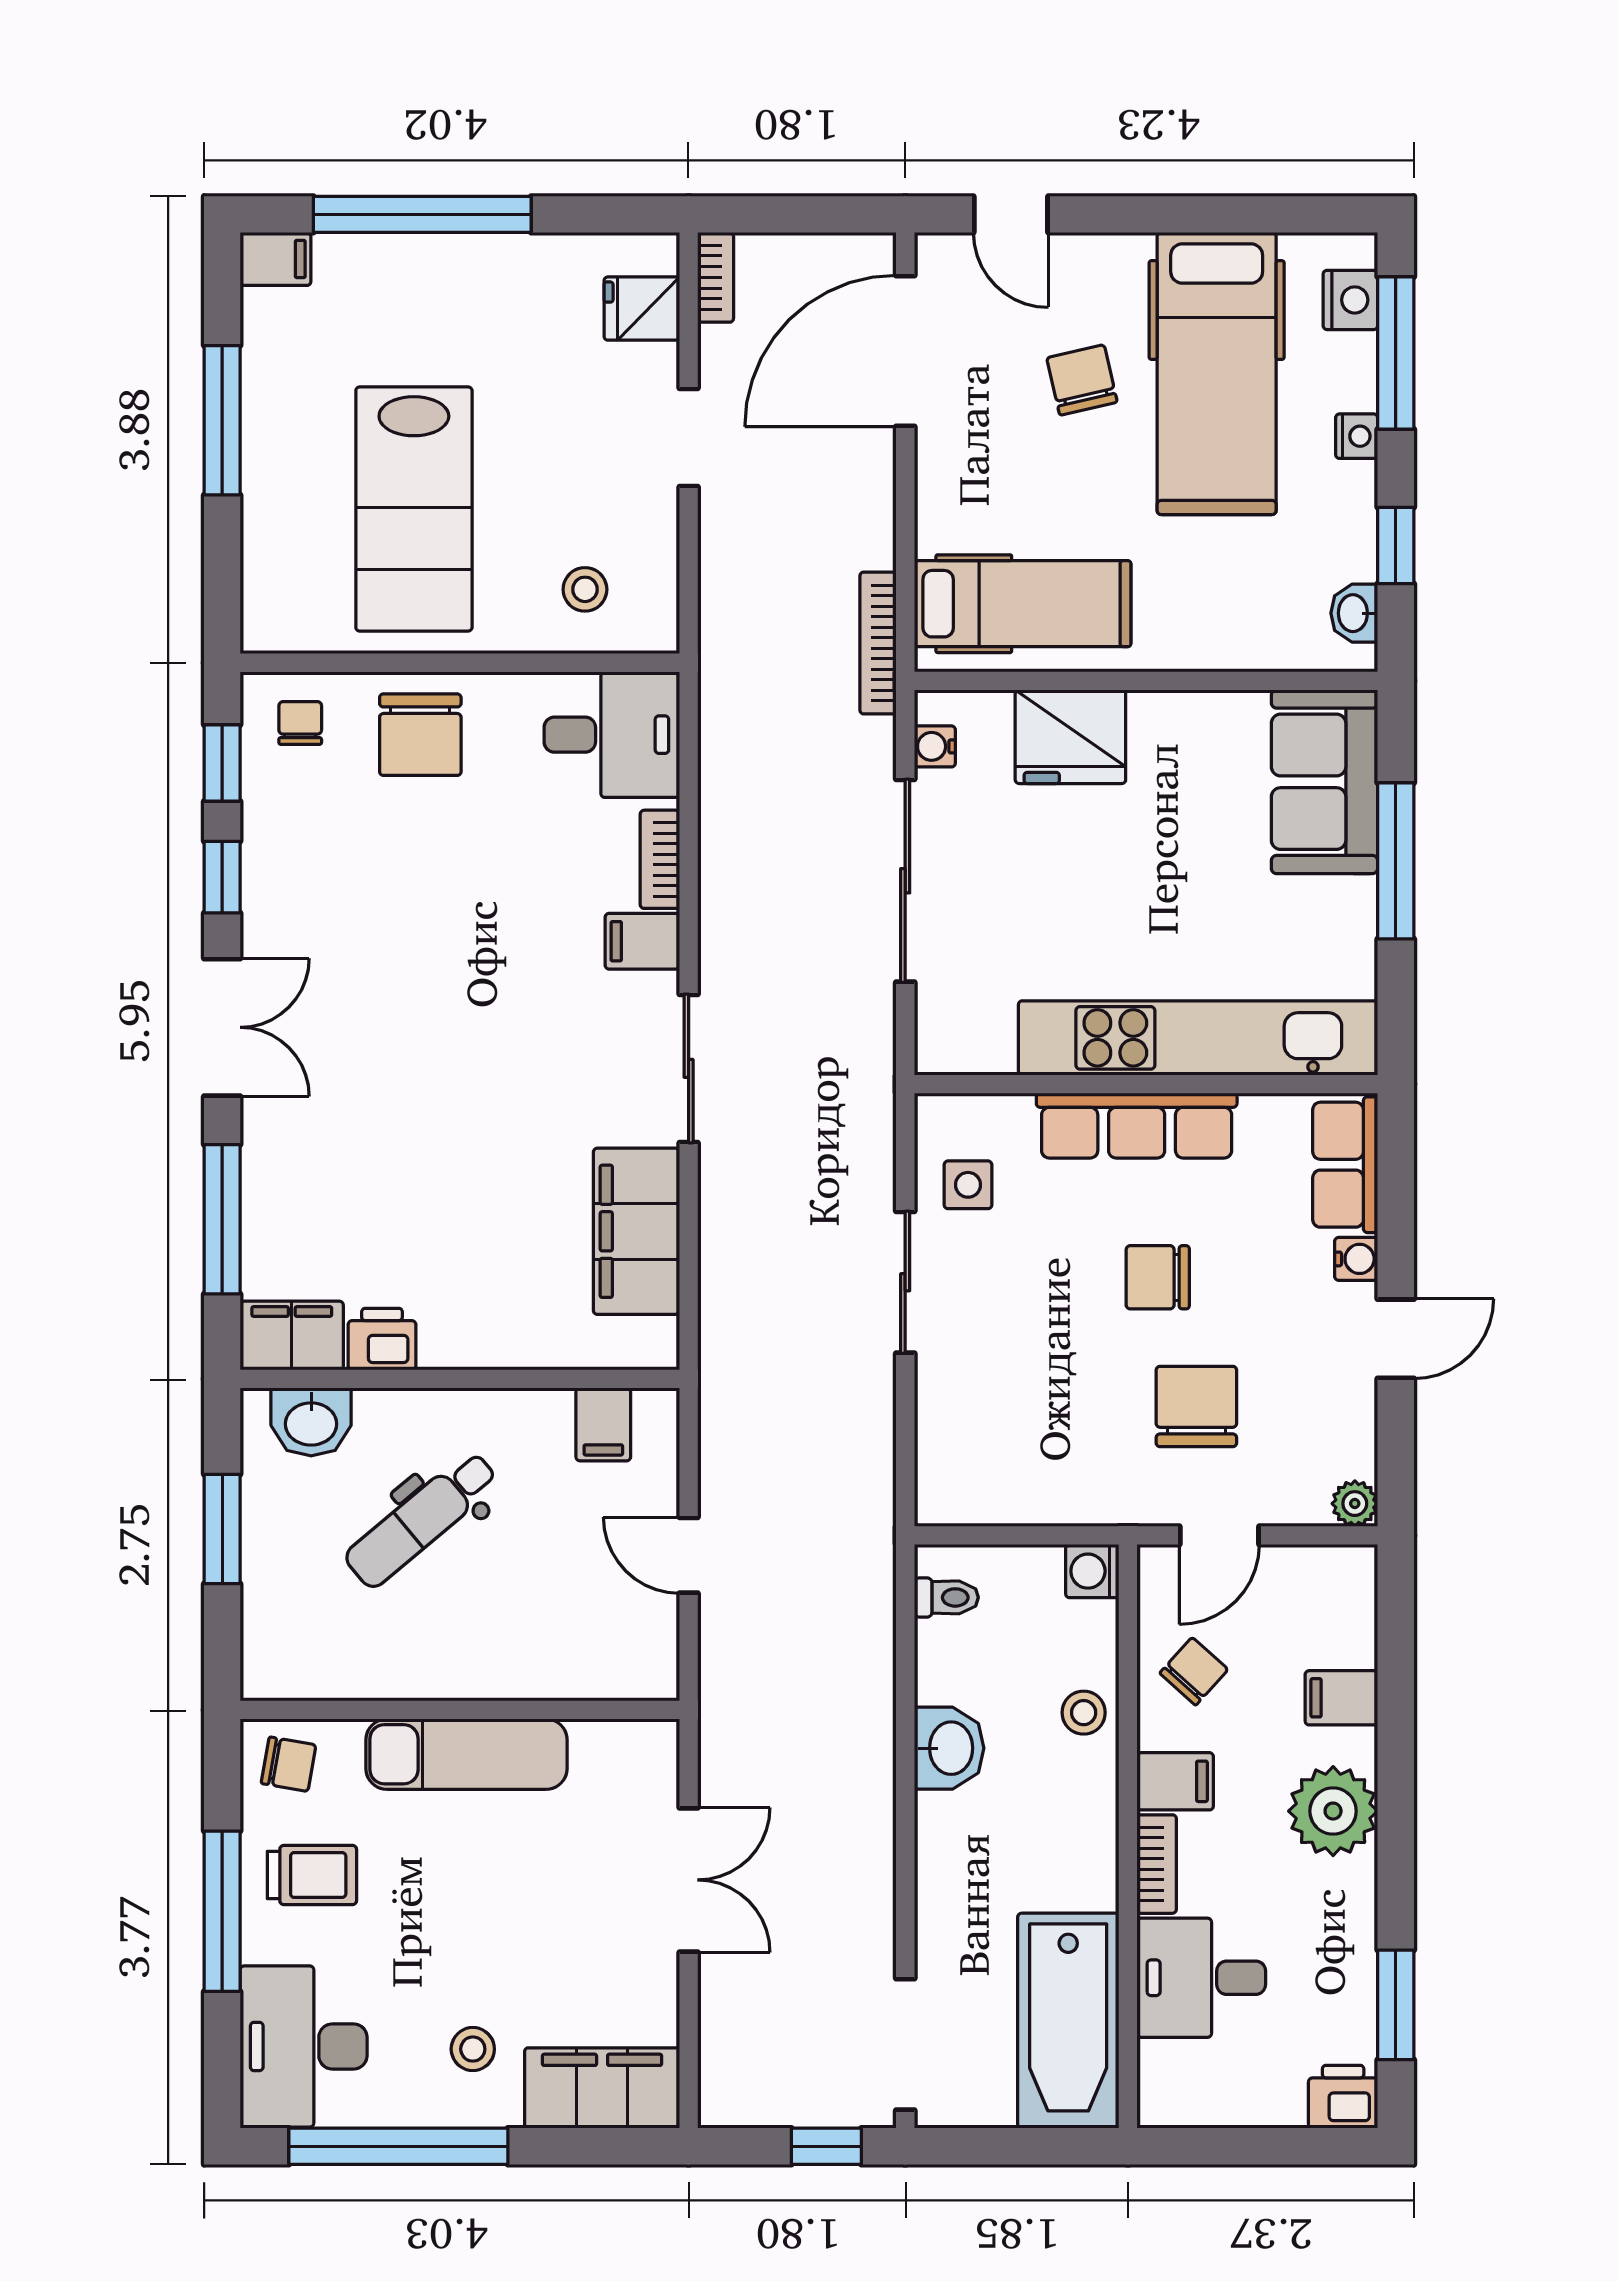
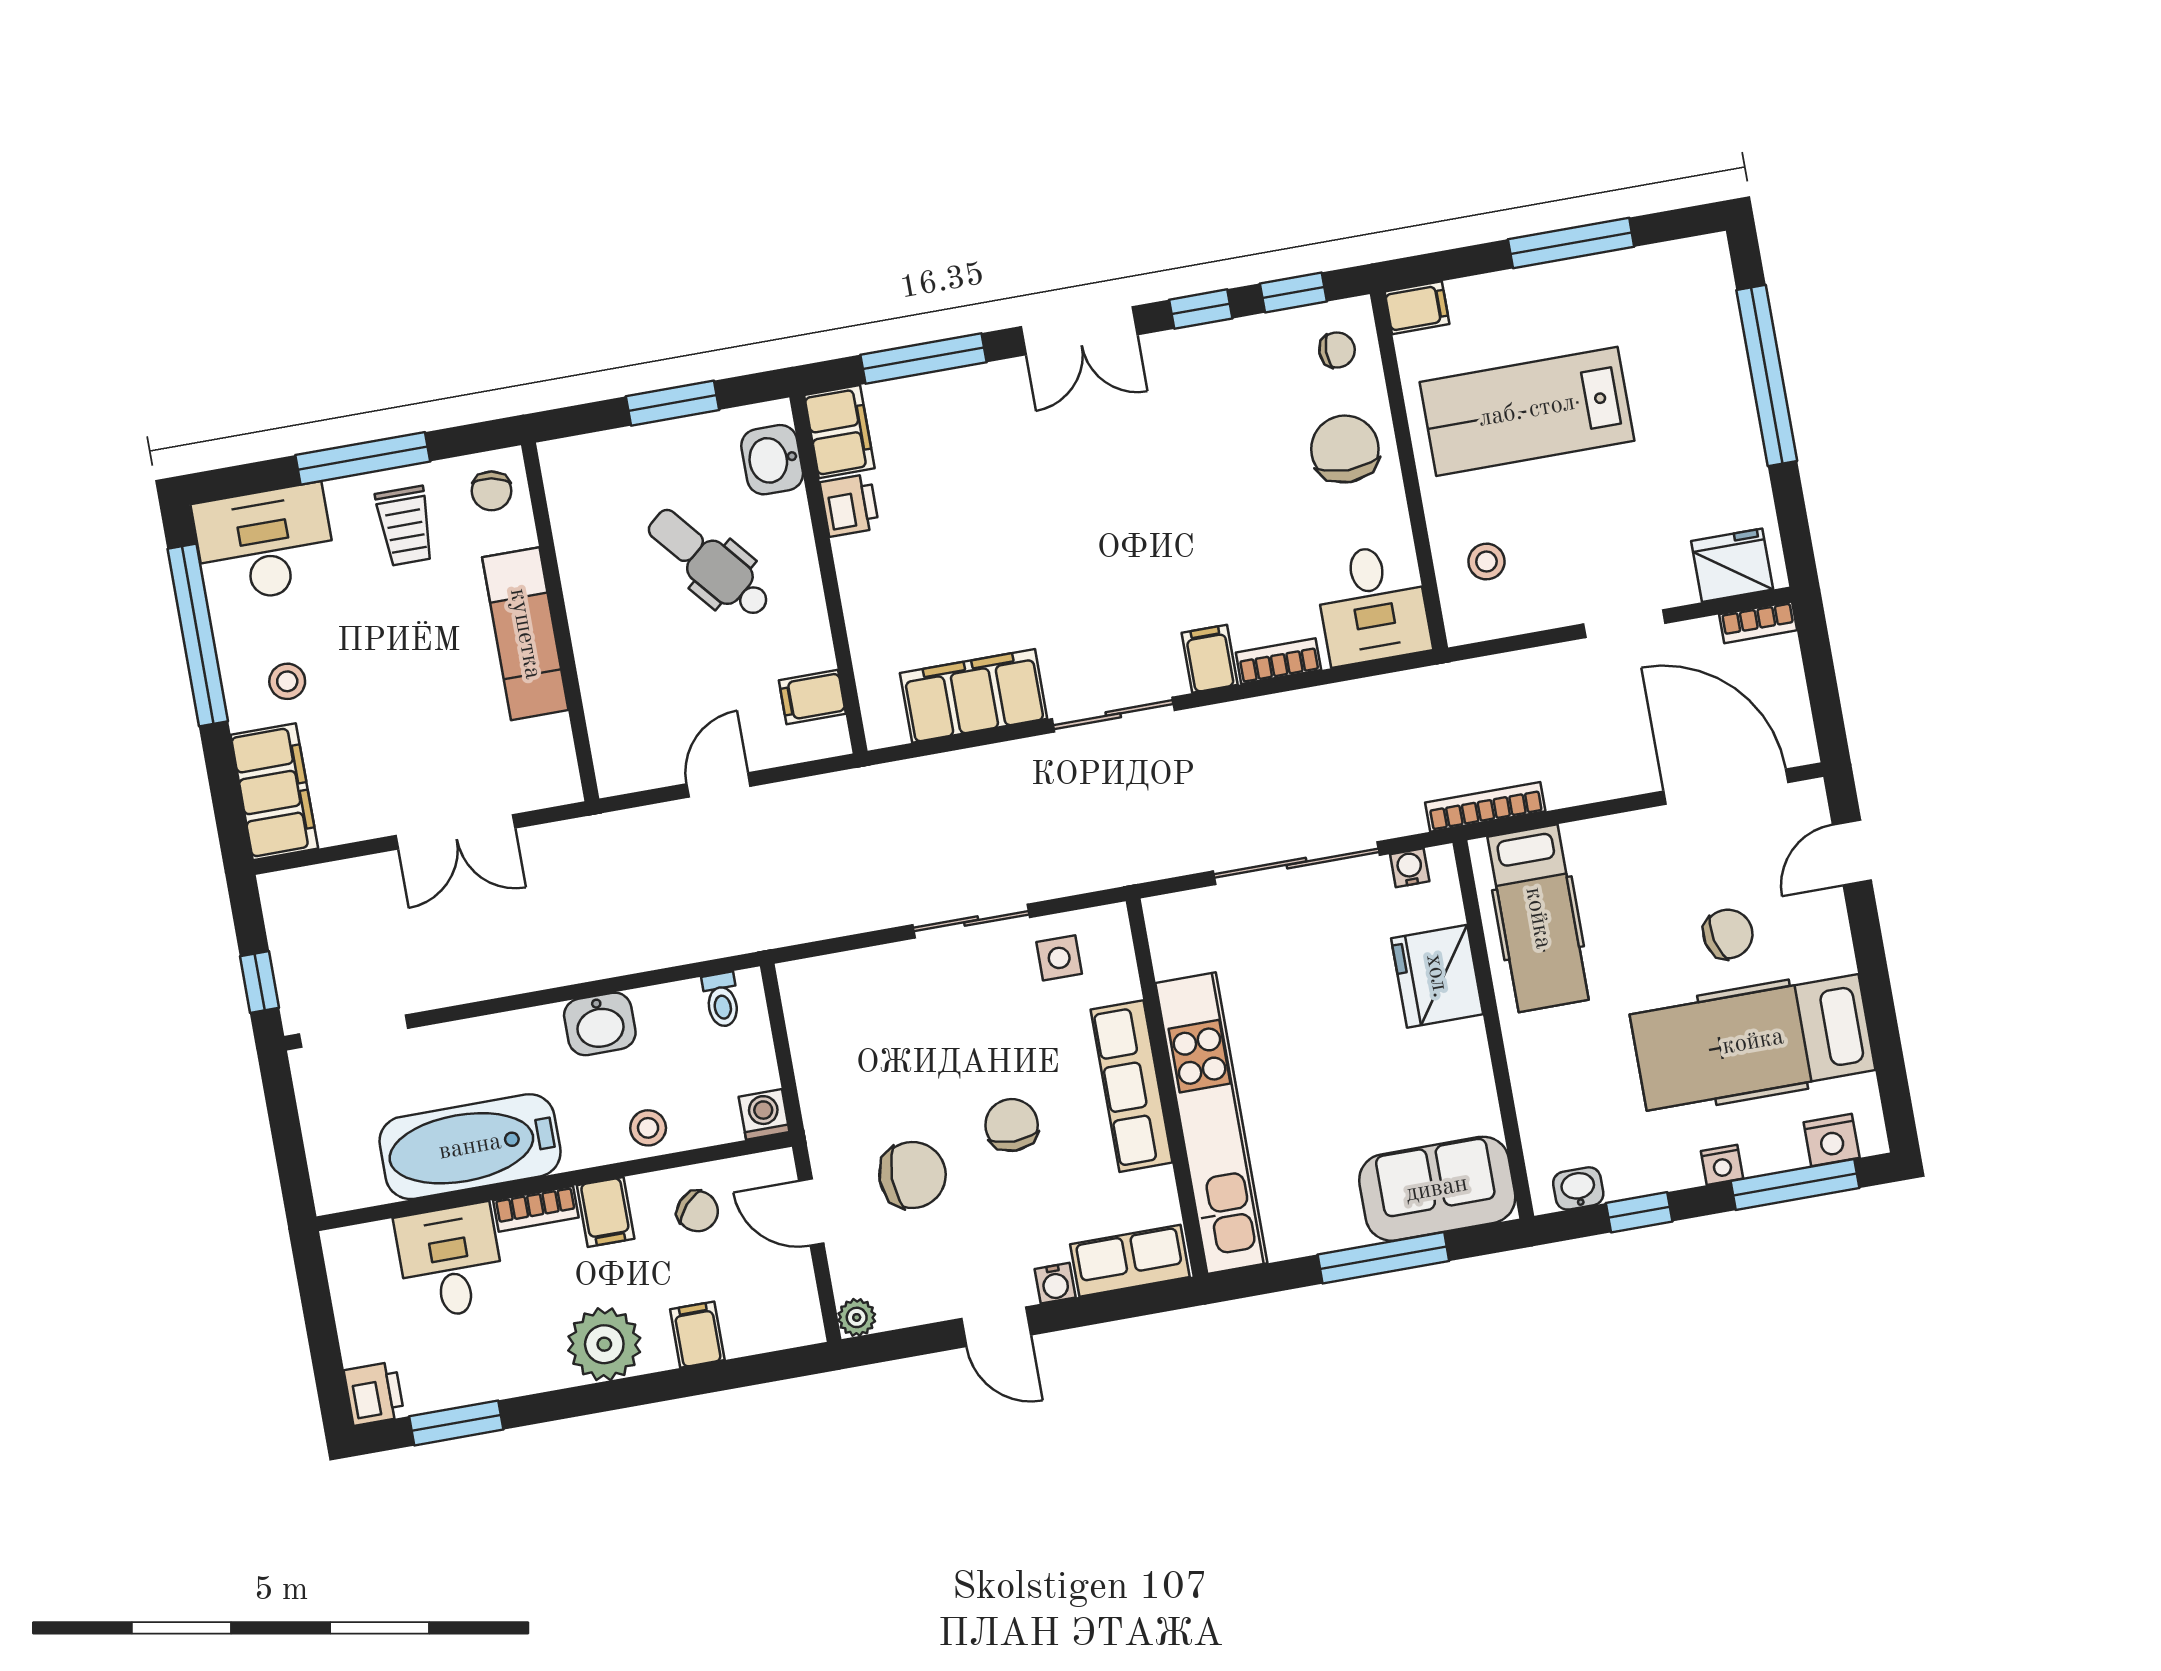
filing cabinet: (276, 259) -> (1417, 308), moved, turned -90
fridge: (642, 309) -> (1732, 565), width x1.38
chair: (420, 735) -> (1345, 449), turned 90
bathtub: (1068, 2021) -> (470, 1147), moved

